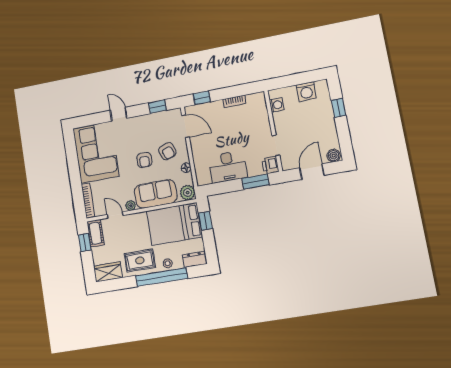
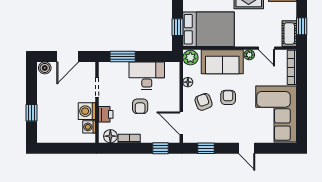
washing machine: (306, 91) -> (87, 111), moved, turned -90
floor lamp: (253, 100) -> (110, 136), added
armchair: (229, 135) -> (140, 106), added
printer: (270, 165) -> (106, 114), moved

